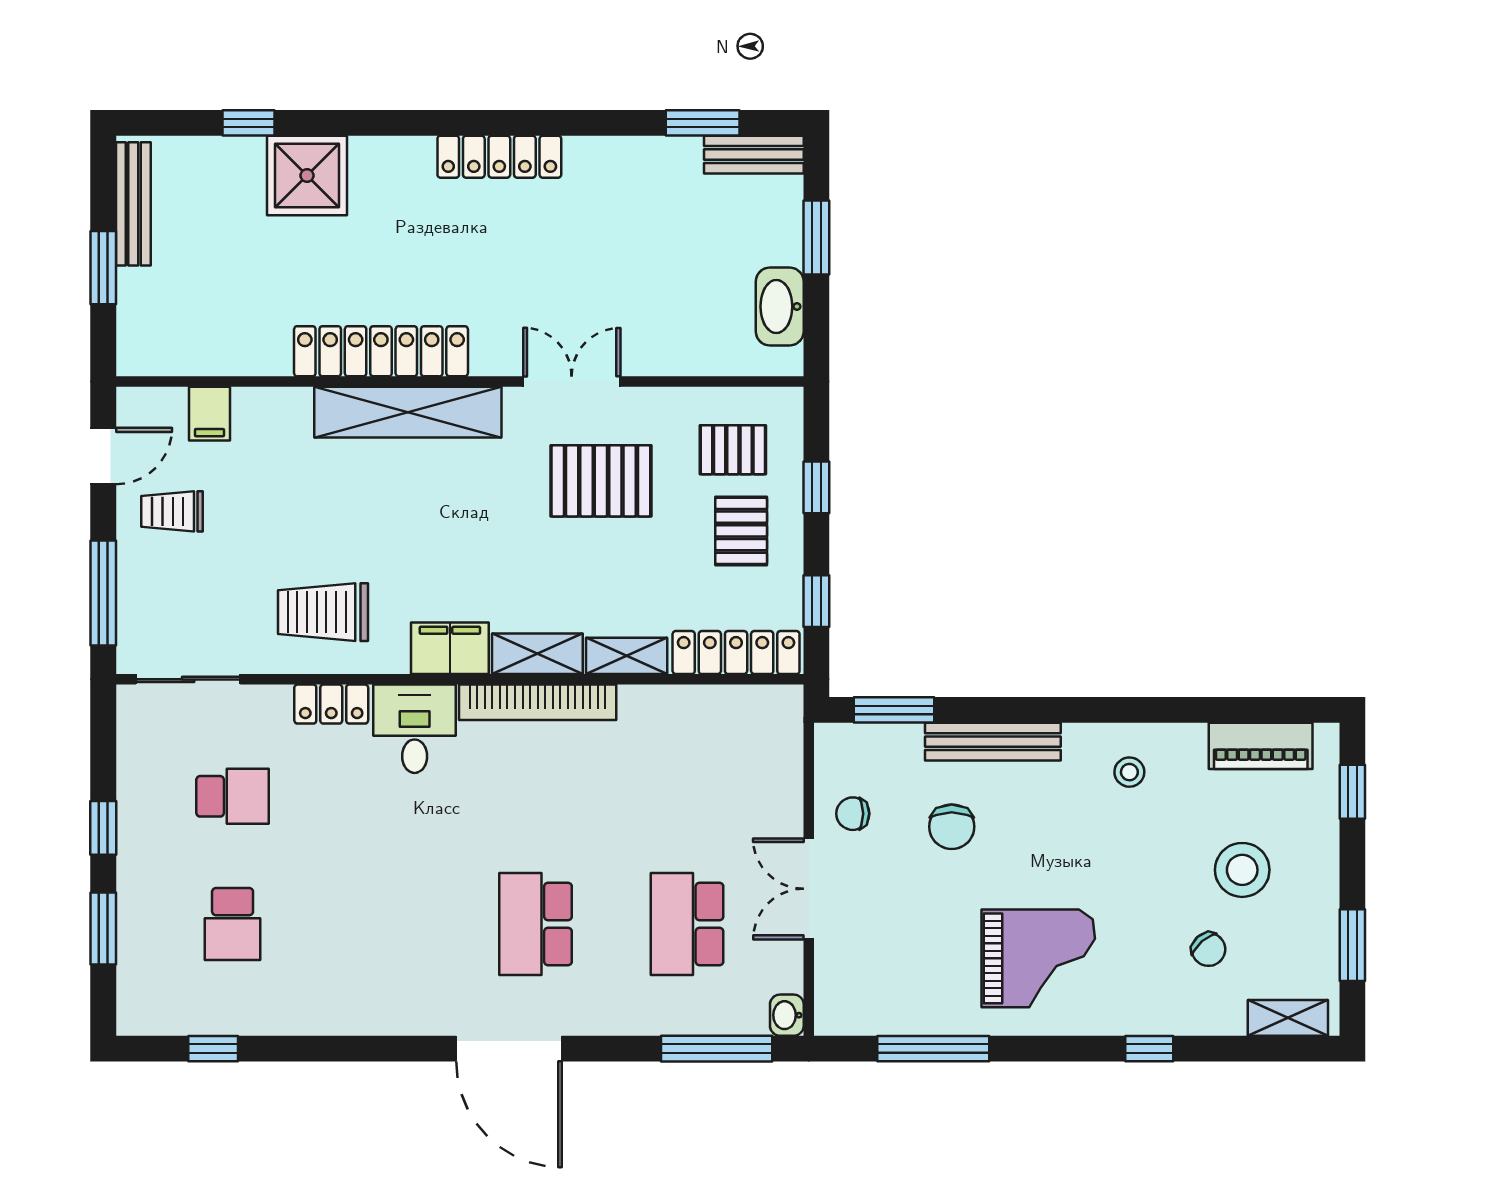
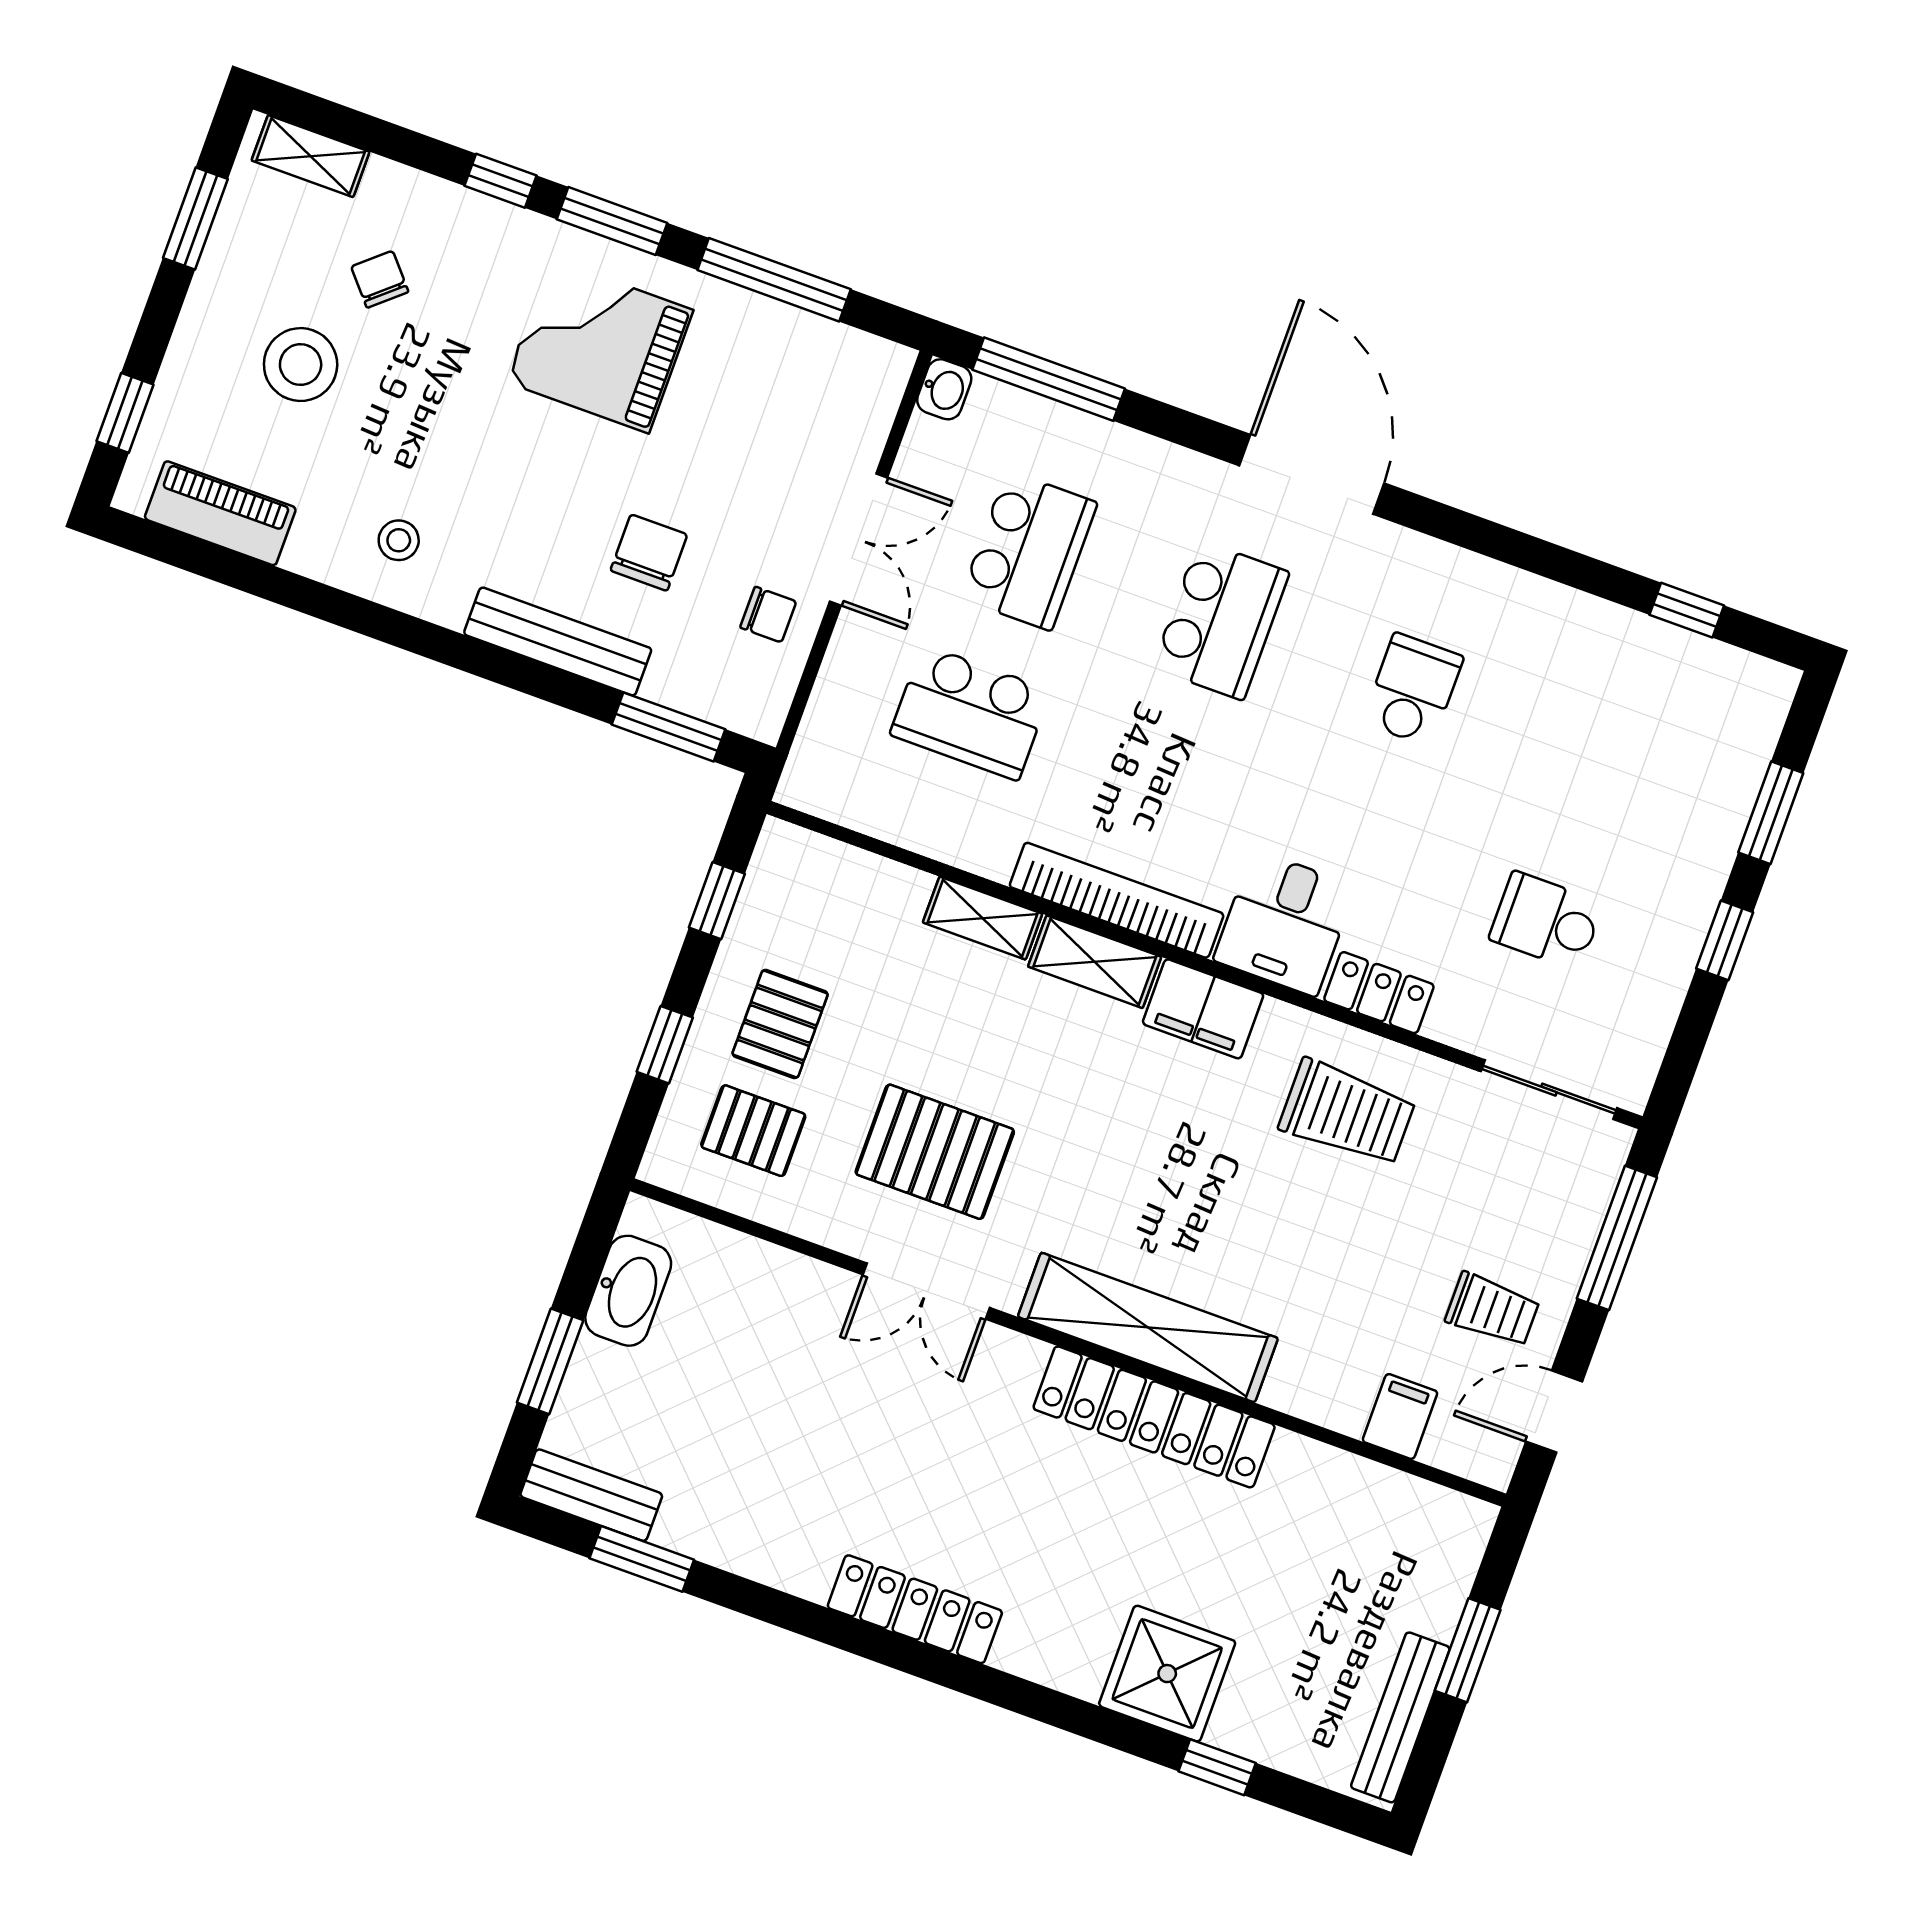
locker: (736, 653) -> (842, 872), removed
school desk: (687, 796) -> (970, 712), added
school desk: (233, 924) -> (1413, 690), moved
window: (1061, 1049) -> (612, 221), added

